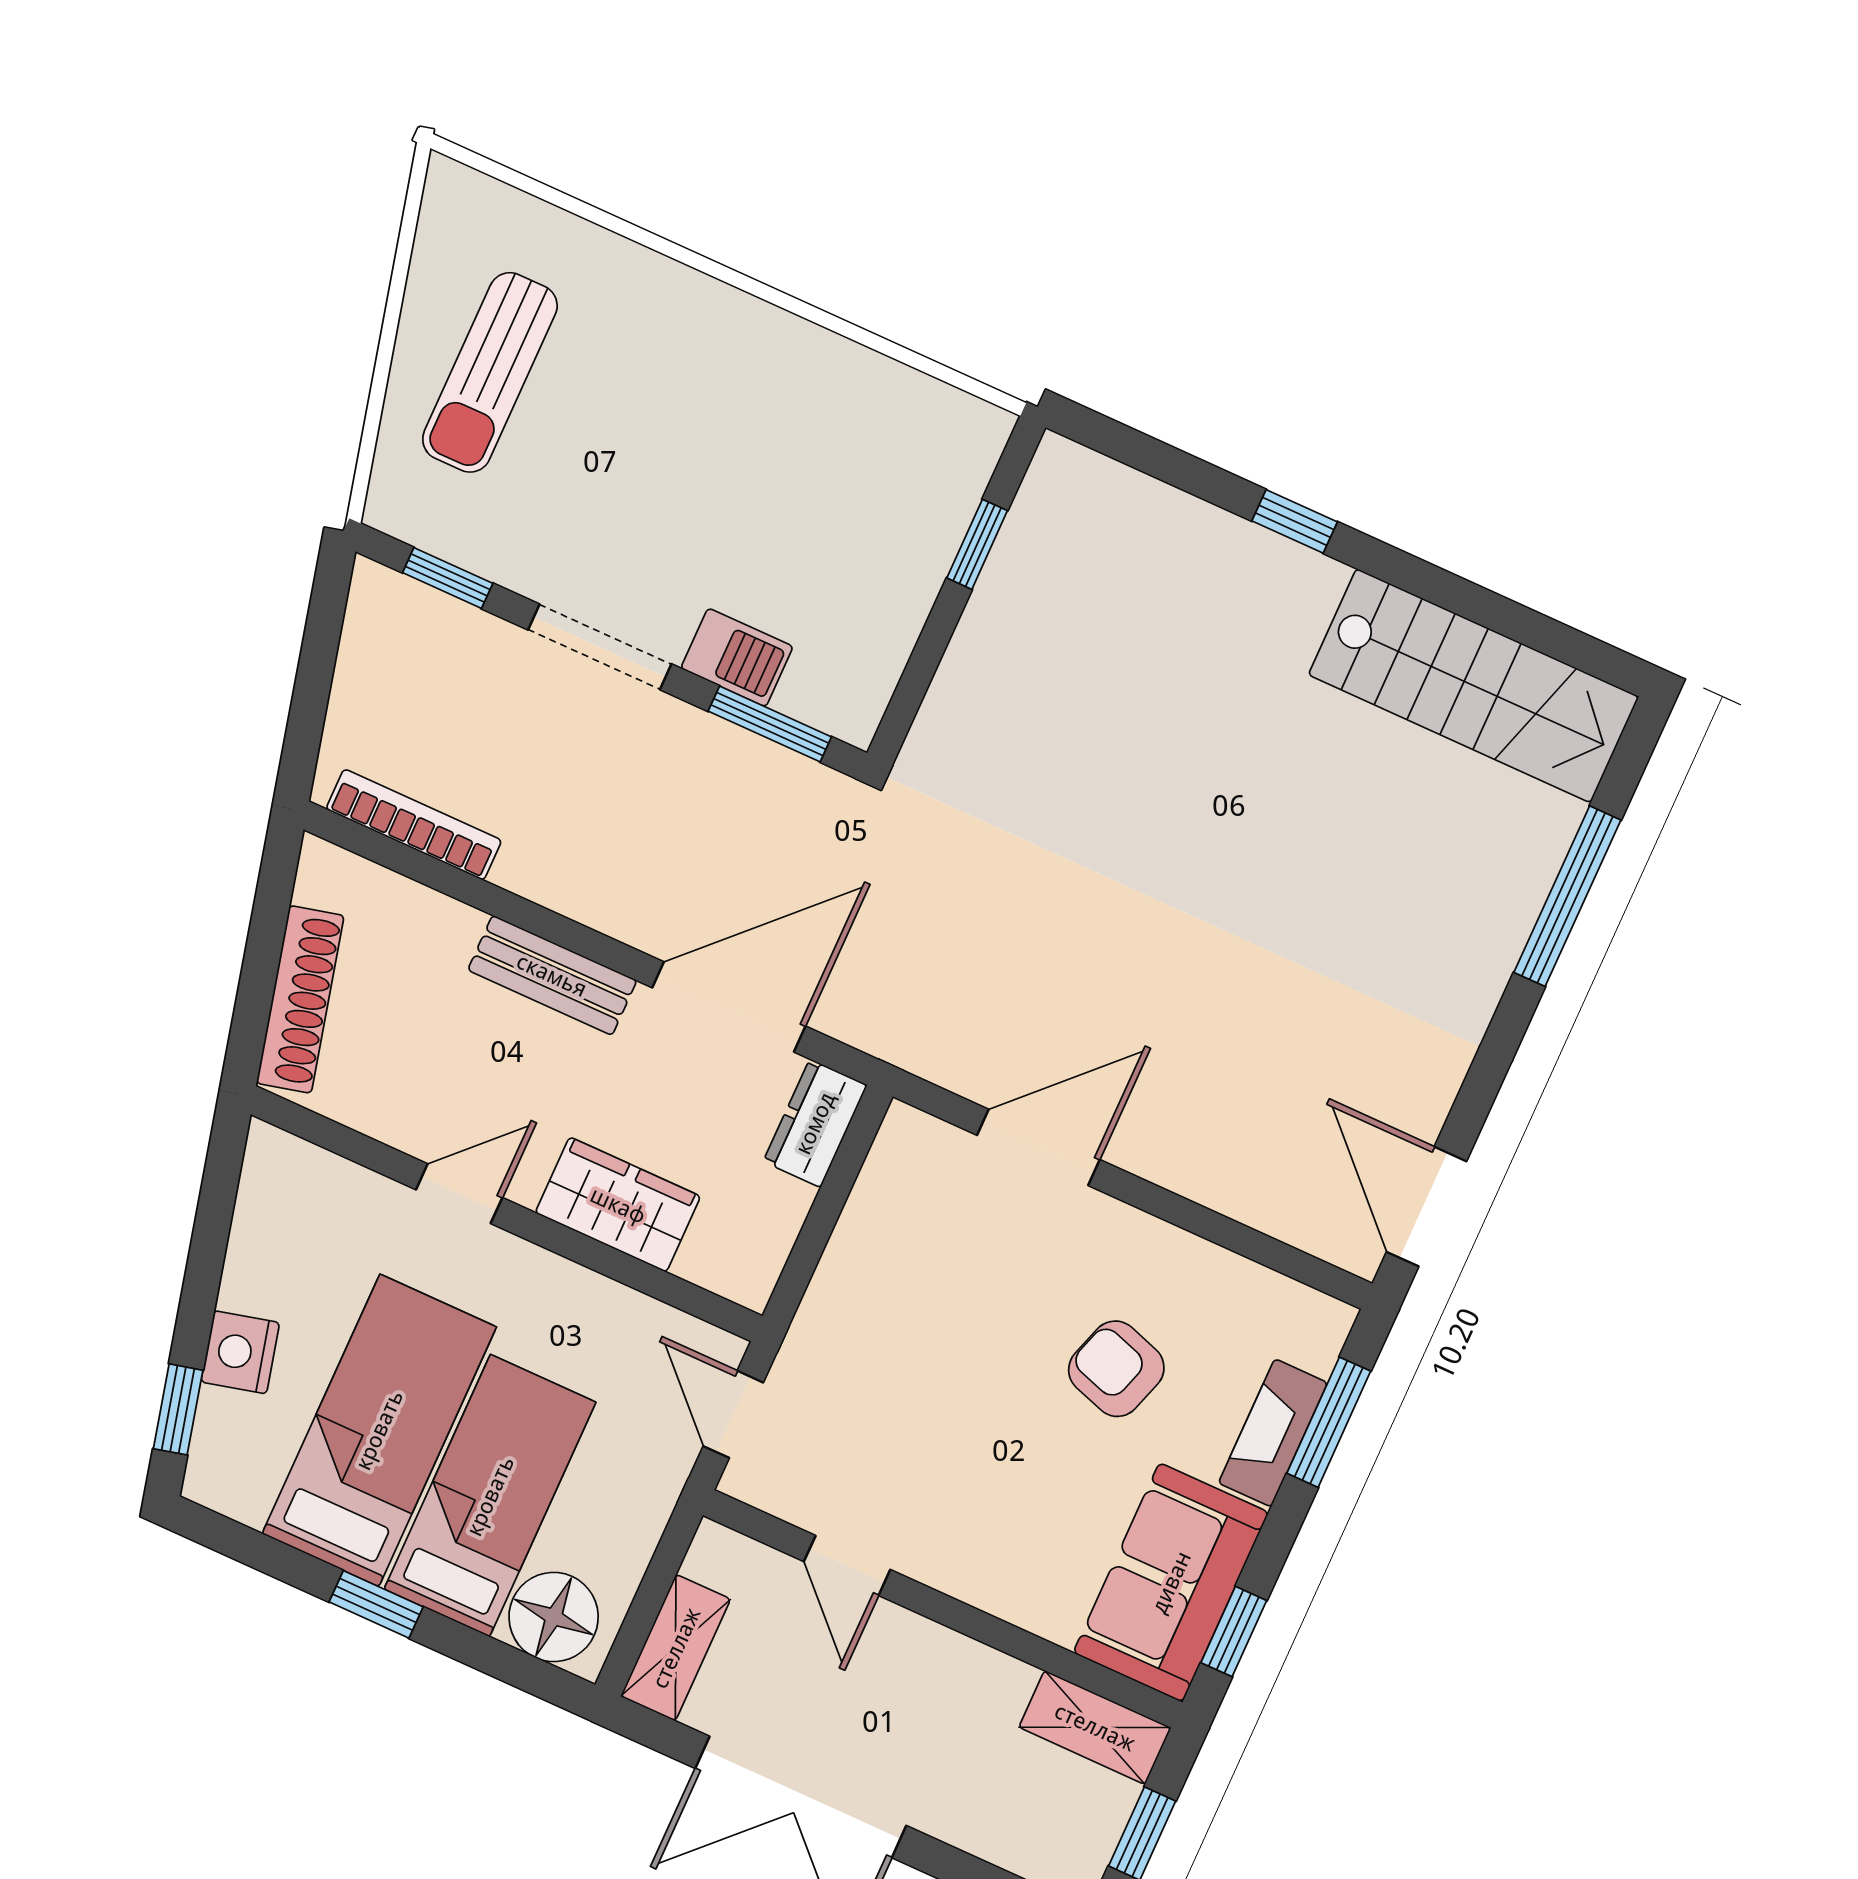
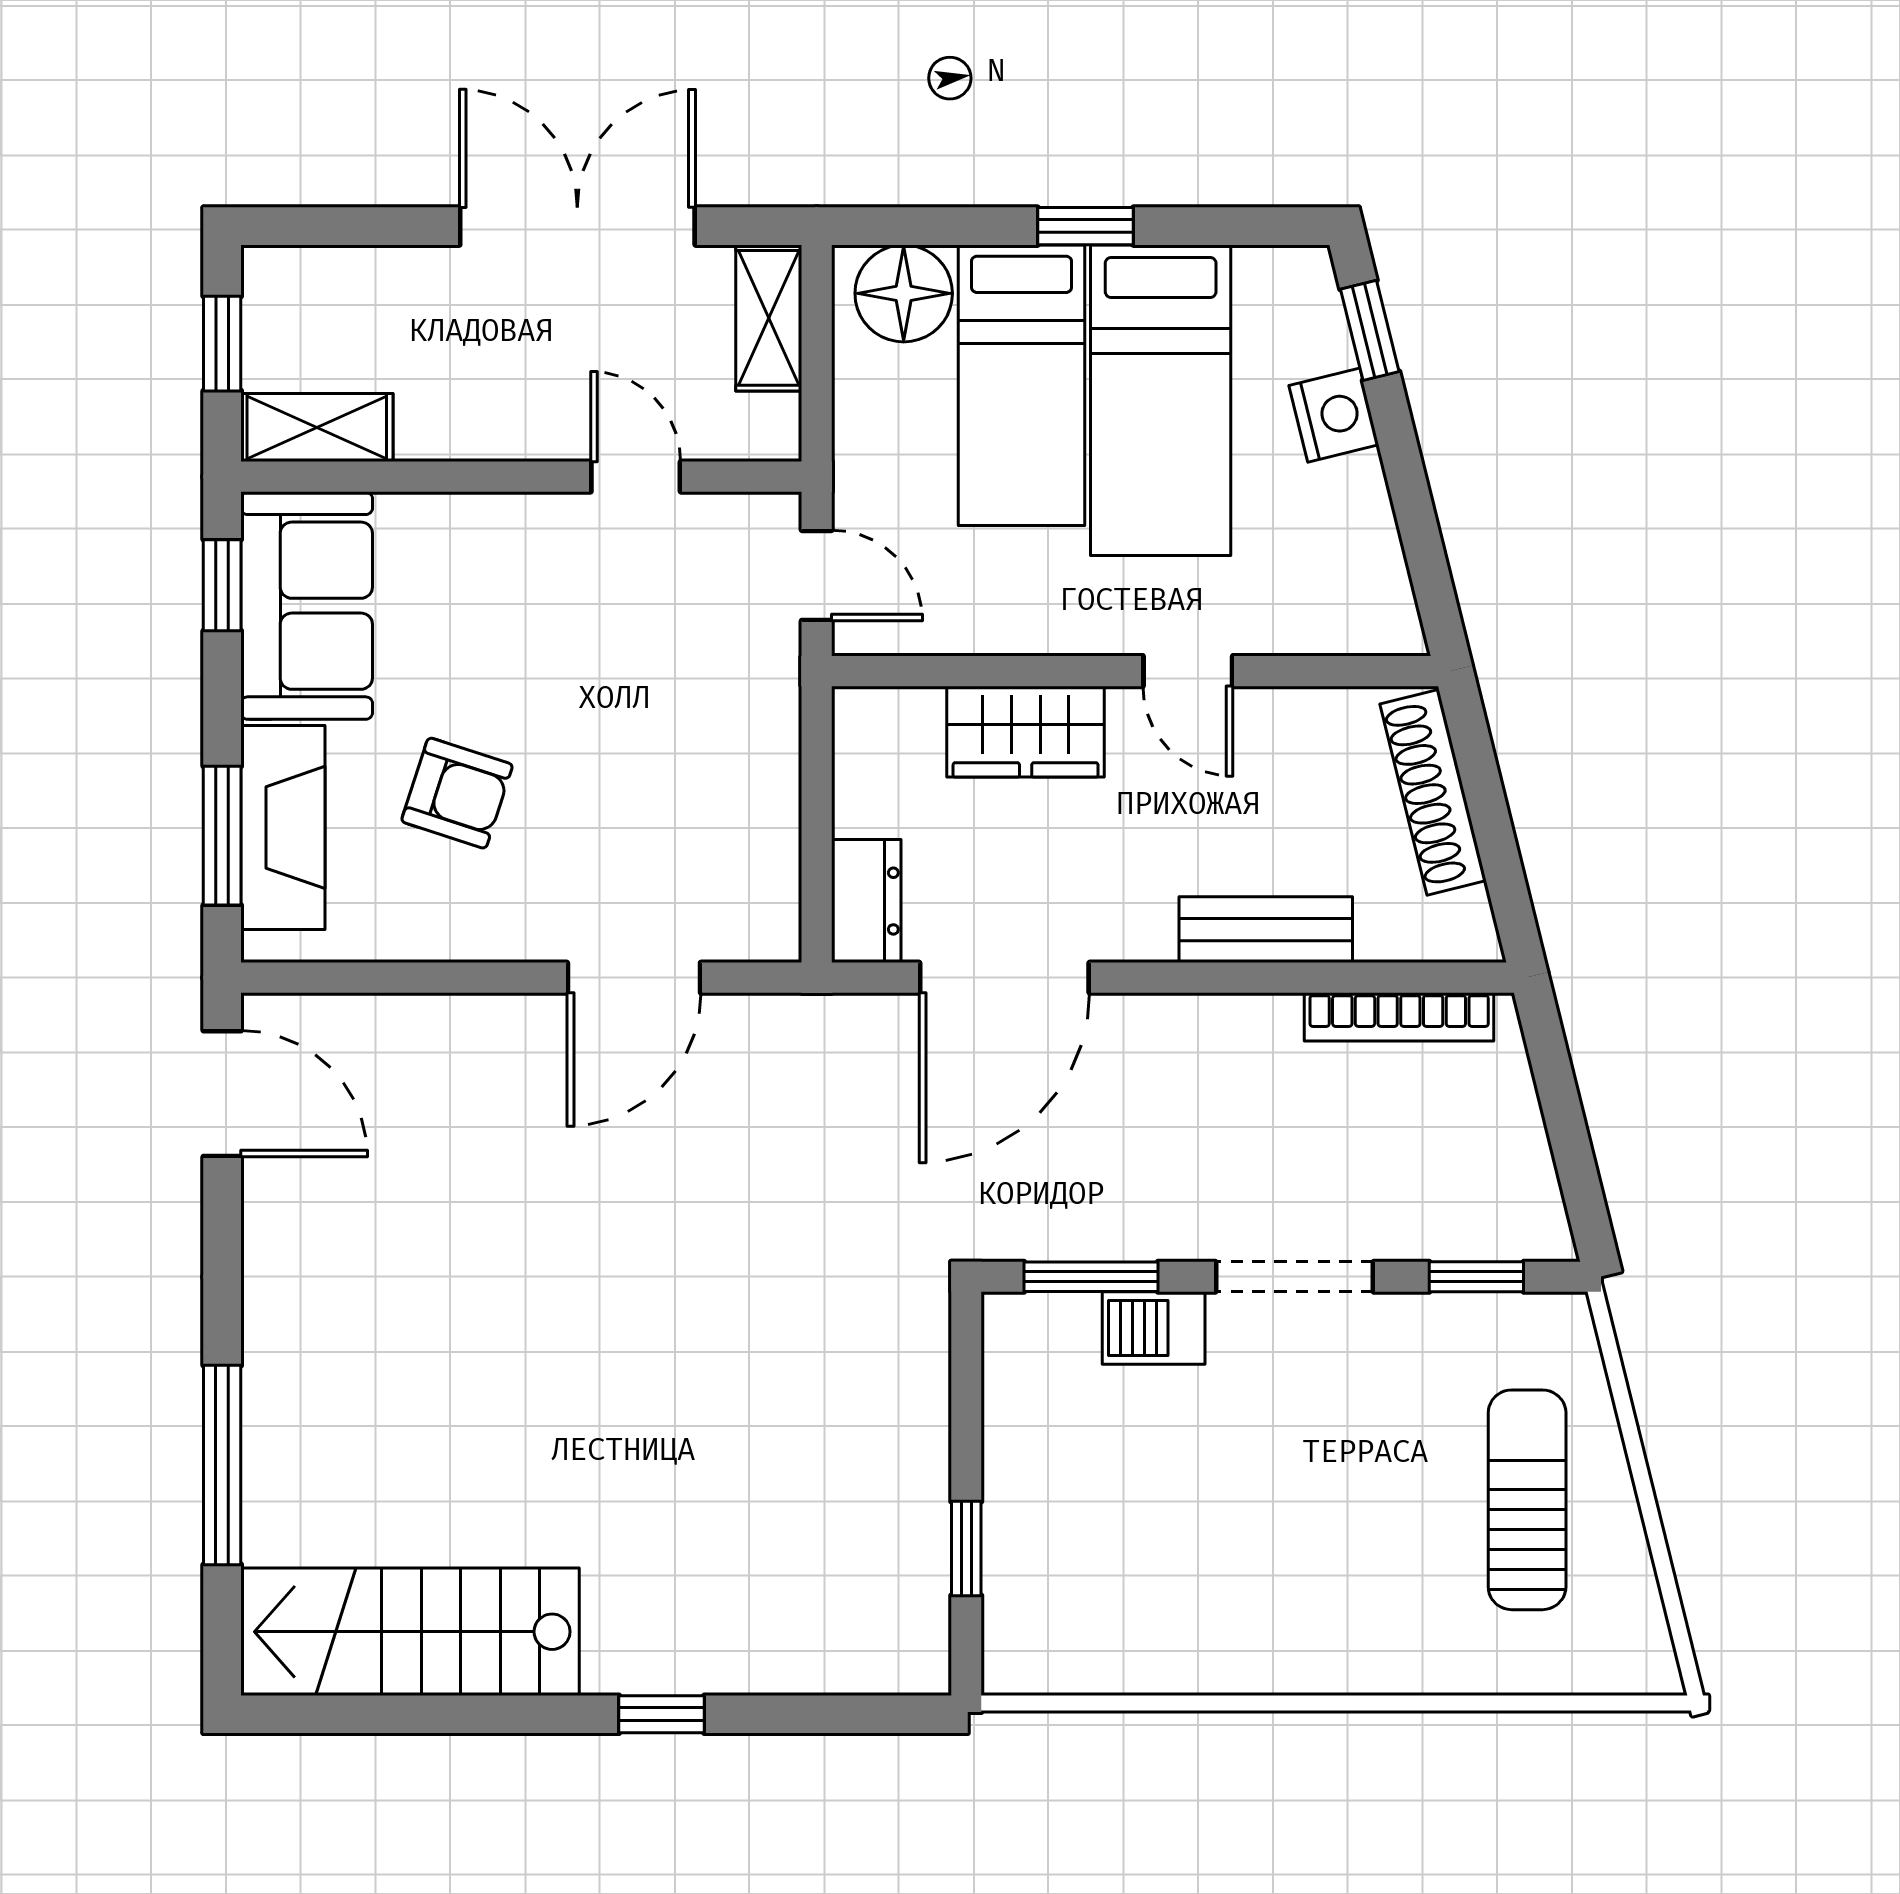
bench: (552, 975) -> (1266, 930), moved
door: (459, 1194) -> (1188, 671), hinge flipped
fireplace: (1273, 1433) -> (283, 827), width x1.37, depth x1.32

